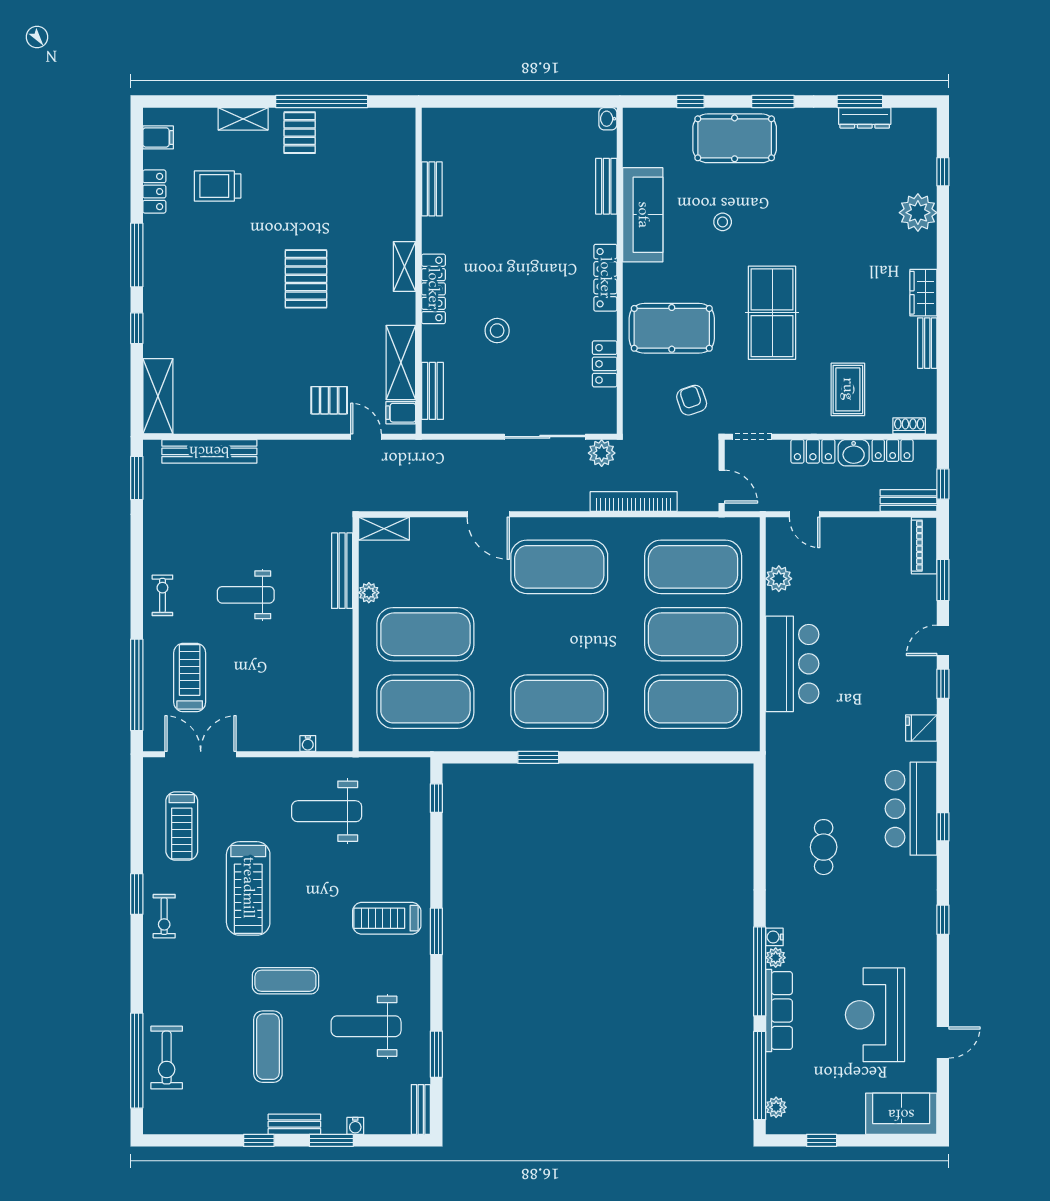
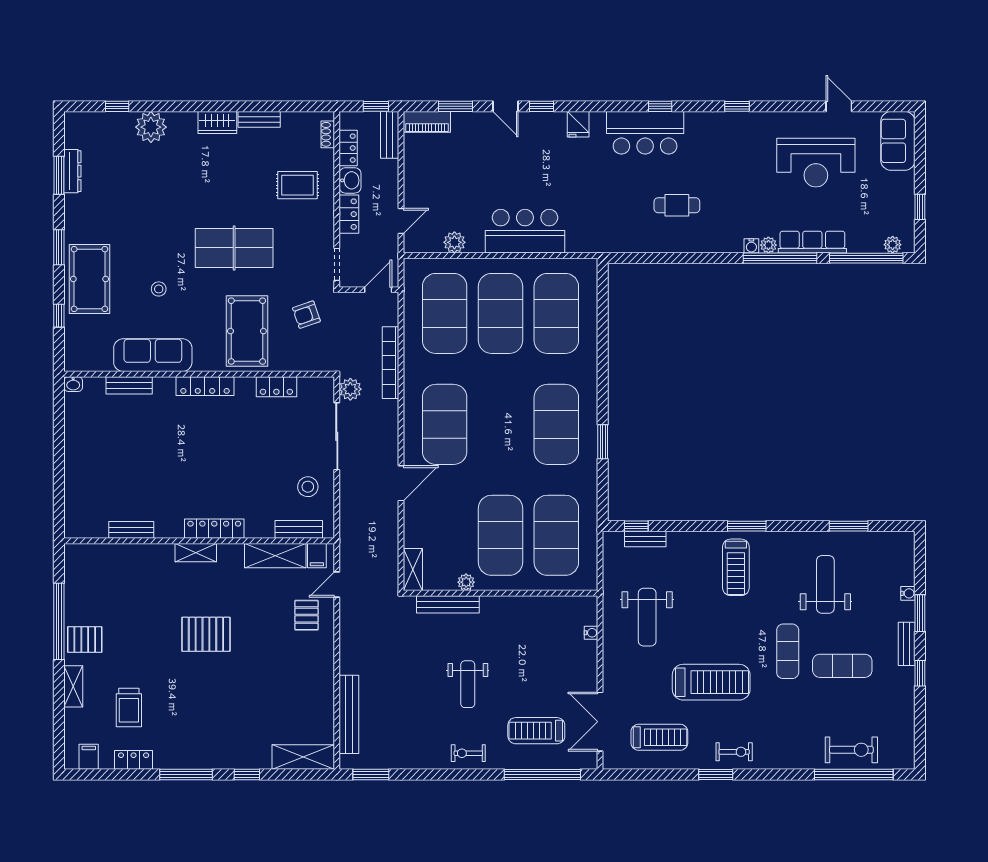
stool: (497, 331) -> (308, 487), moved
weight bench: (366, 1026) -> (825, 584), turned 180
bench: (421, 1109) -> (645, 539), moved

